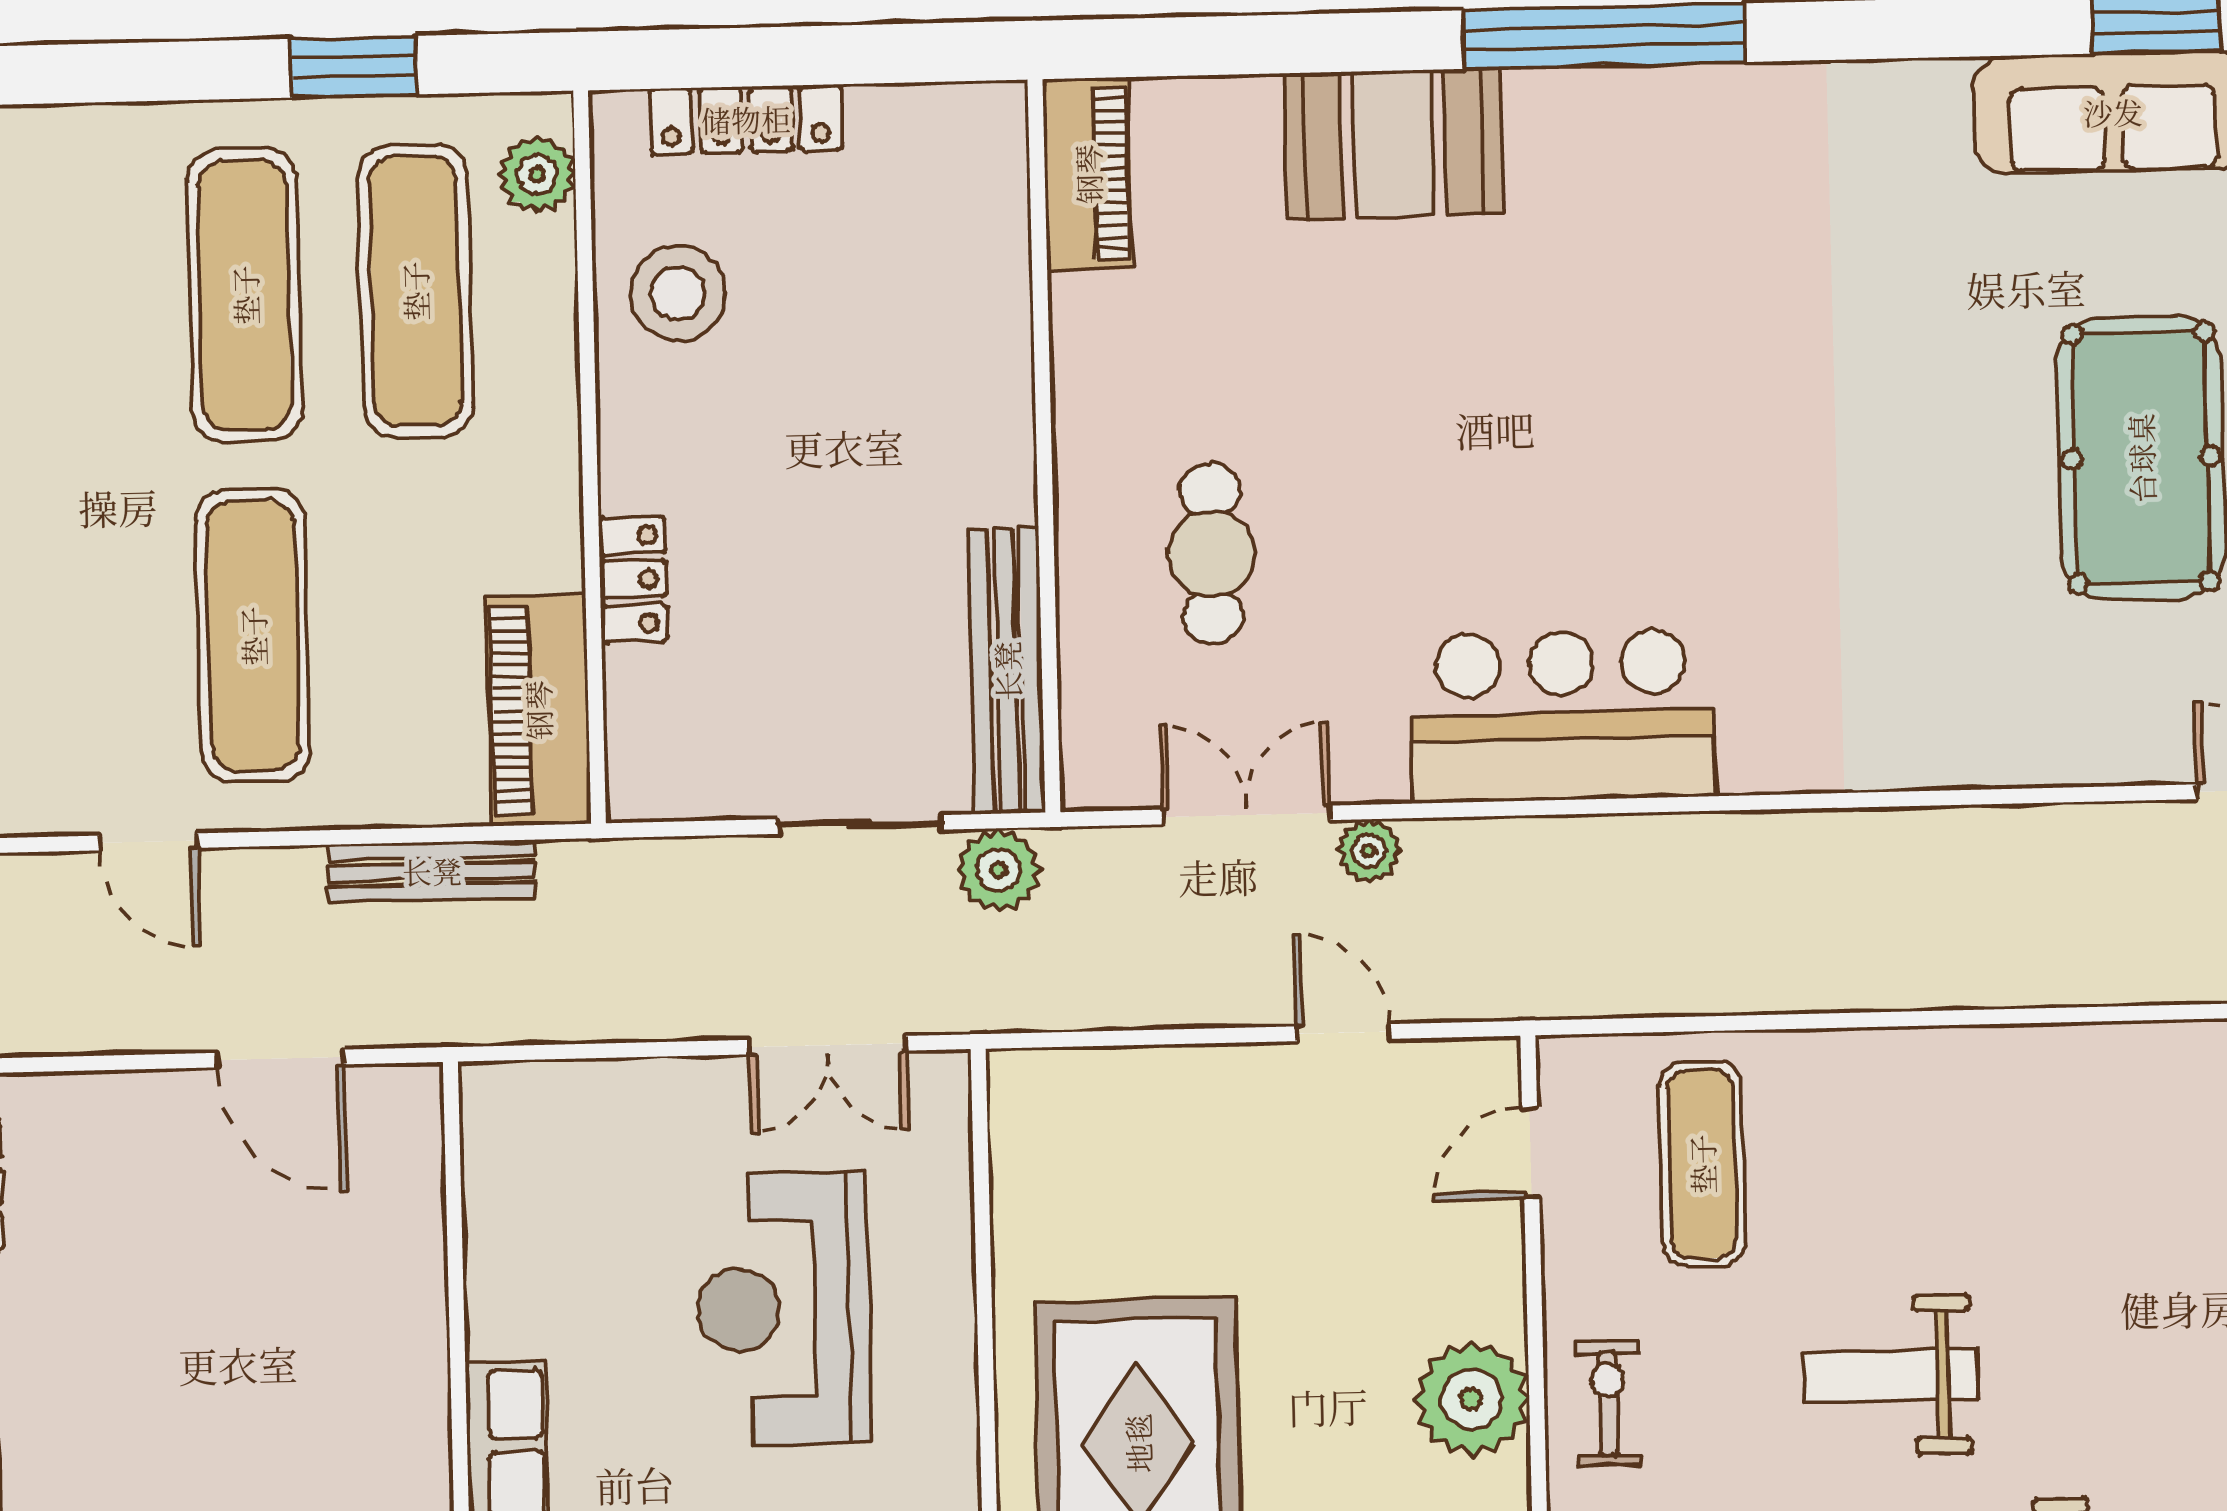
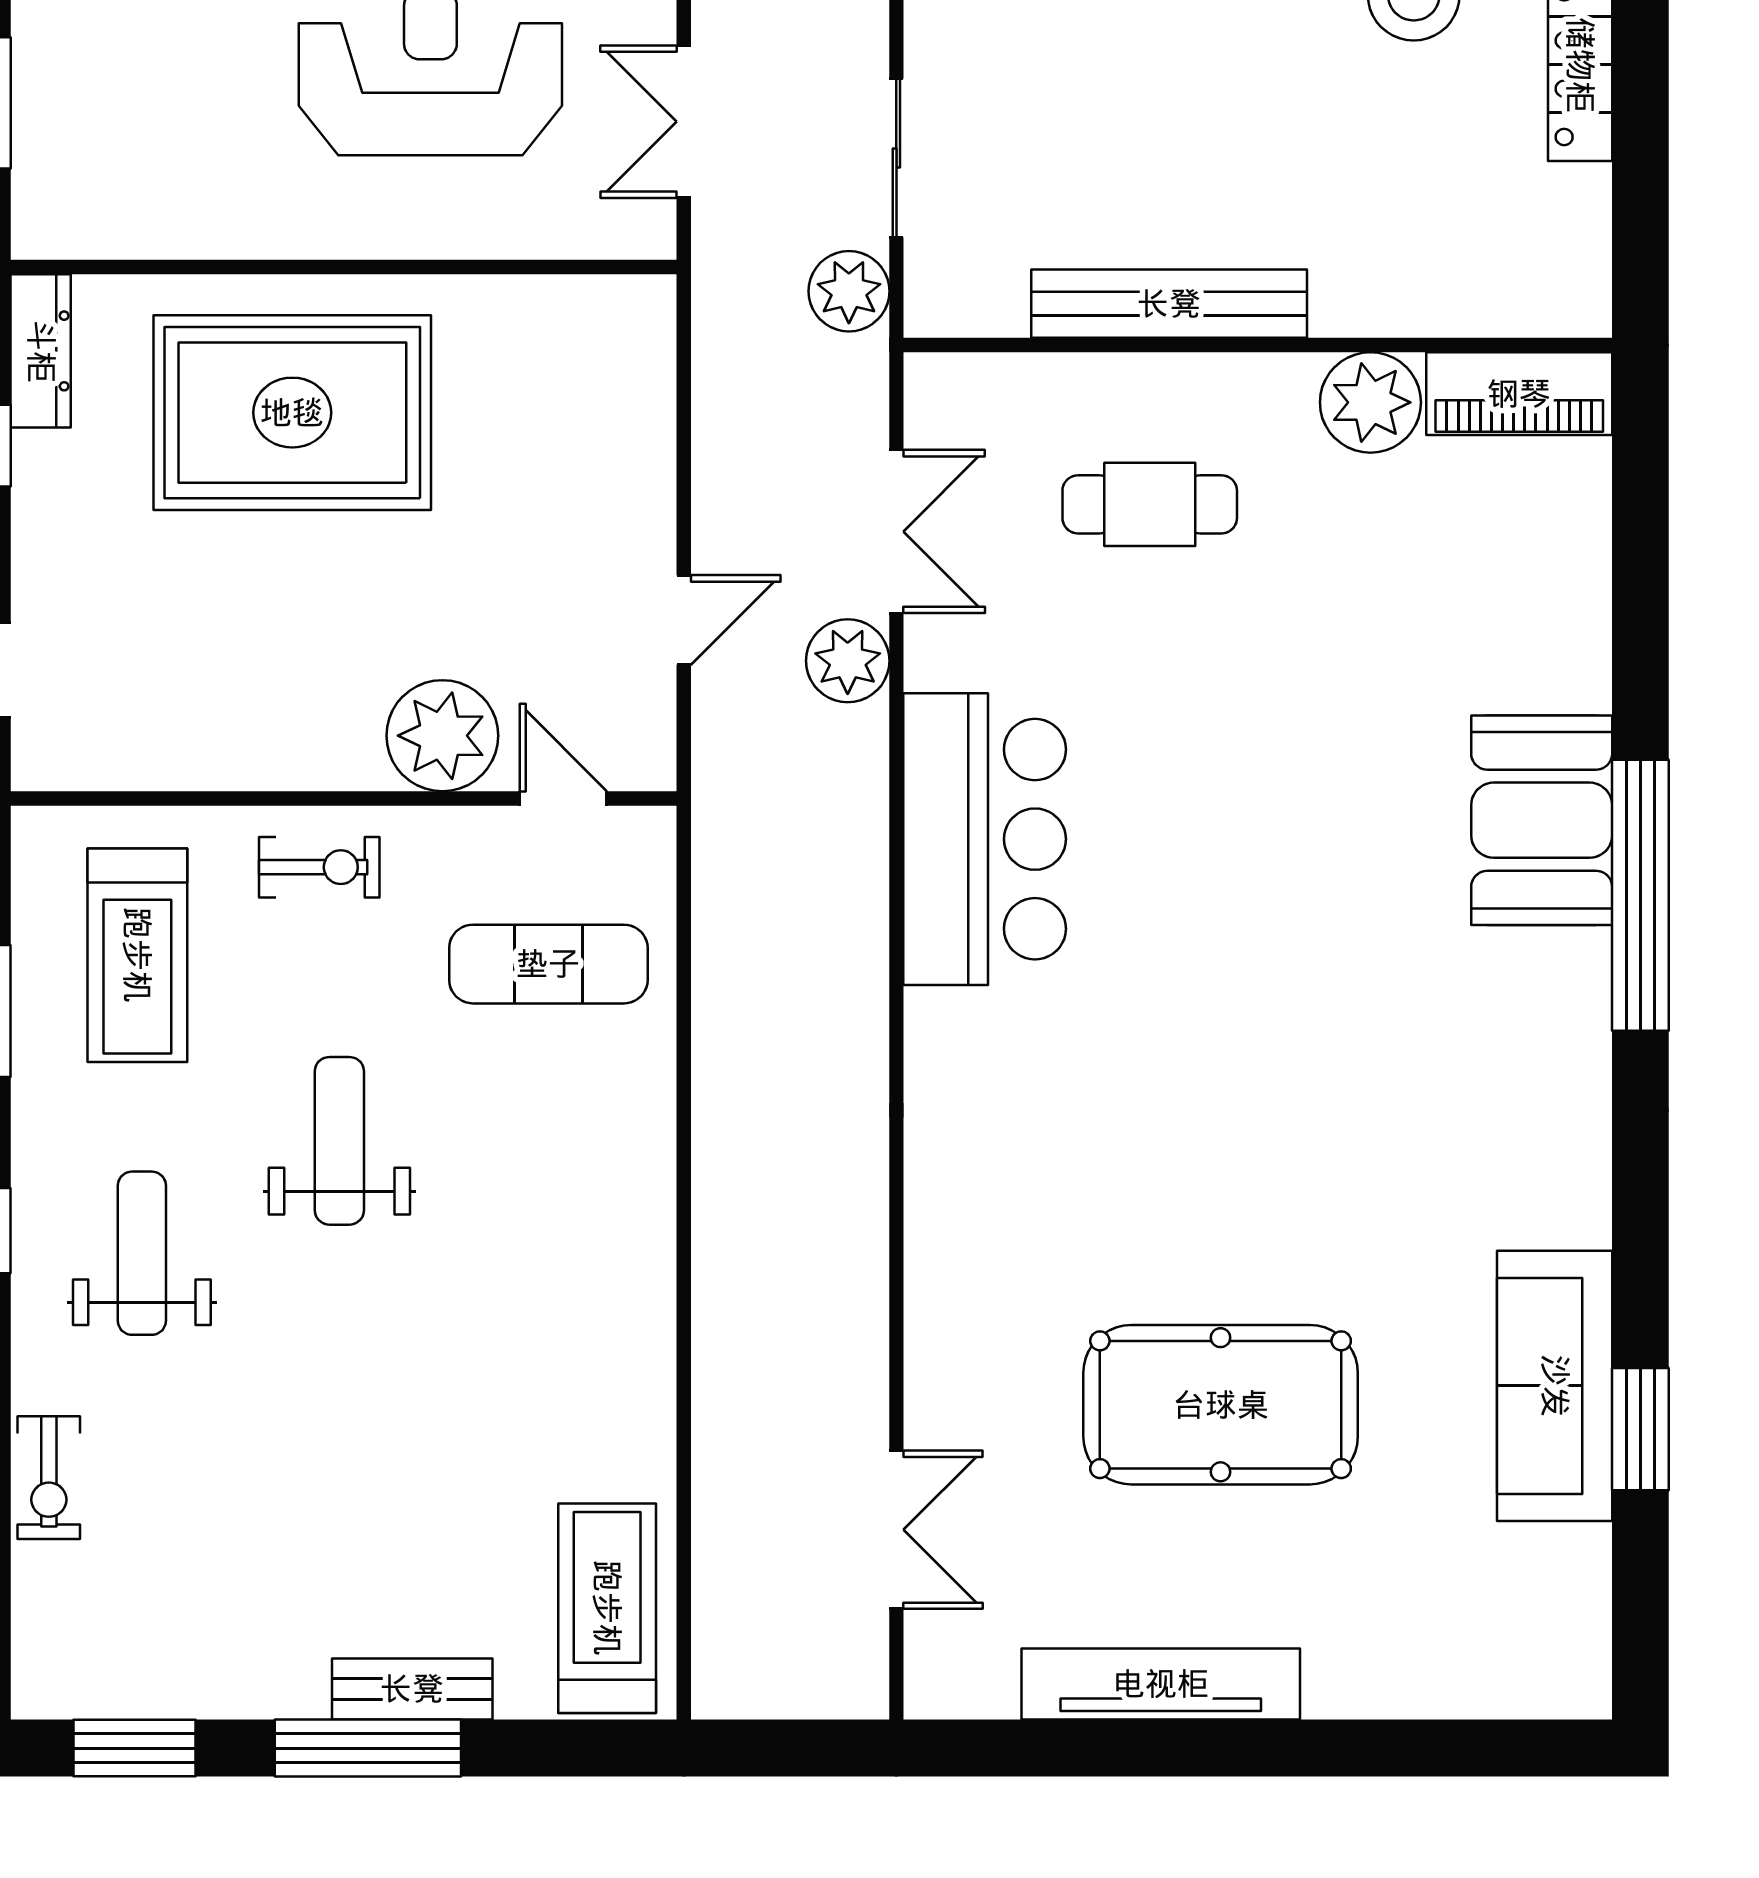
booth: (1393, 143) -> (1542, 820), moved
plant: (1101, 328) -> (1370, 402), added
bench: (1007, 671) -> (1169, 304), moved
plant: (1369, 851) -> (848, 661), width x1.38, depth x1.38
plant: (1472, 1399) -> (442, 736), moved

